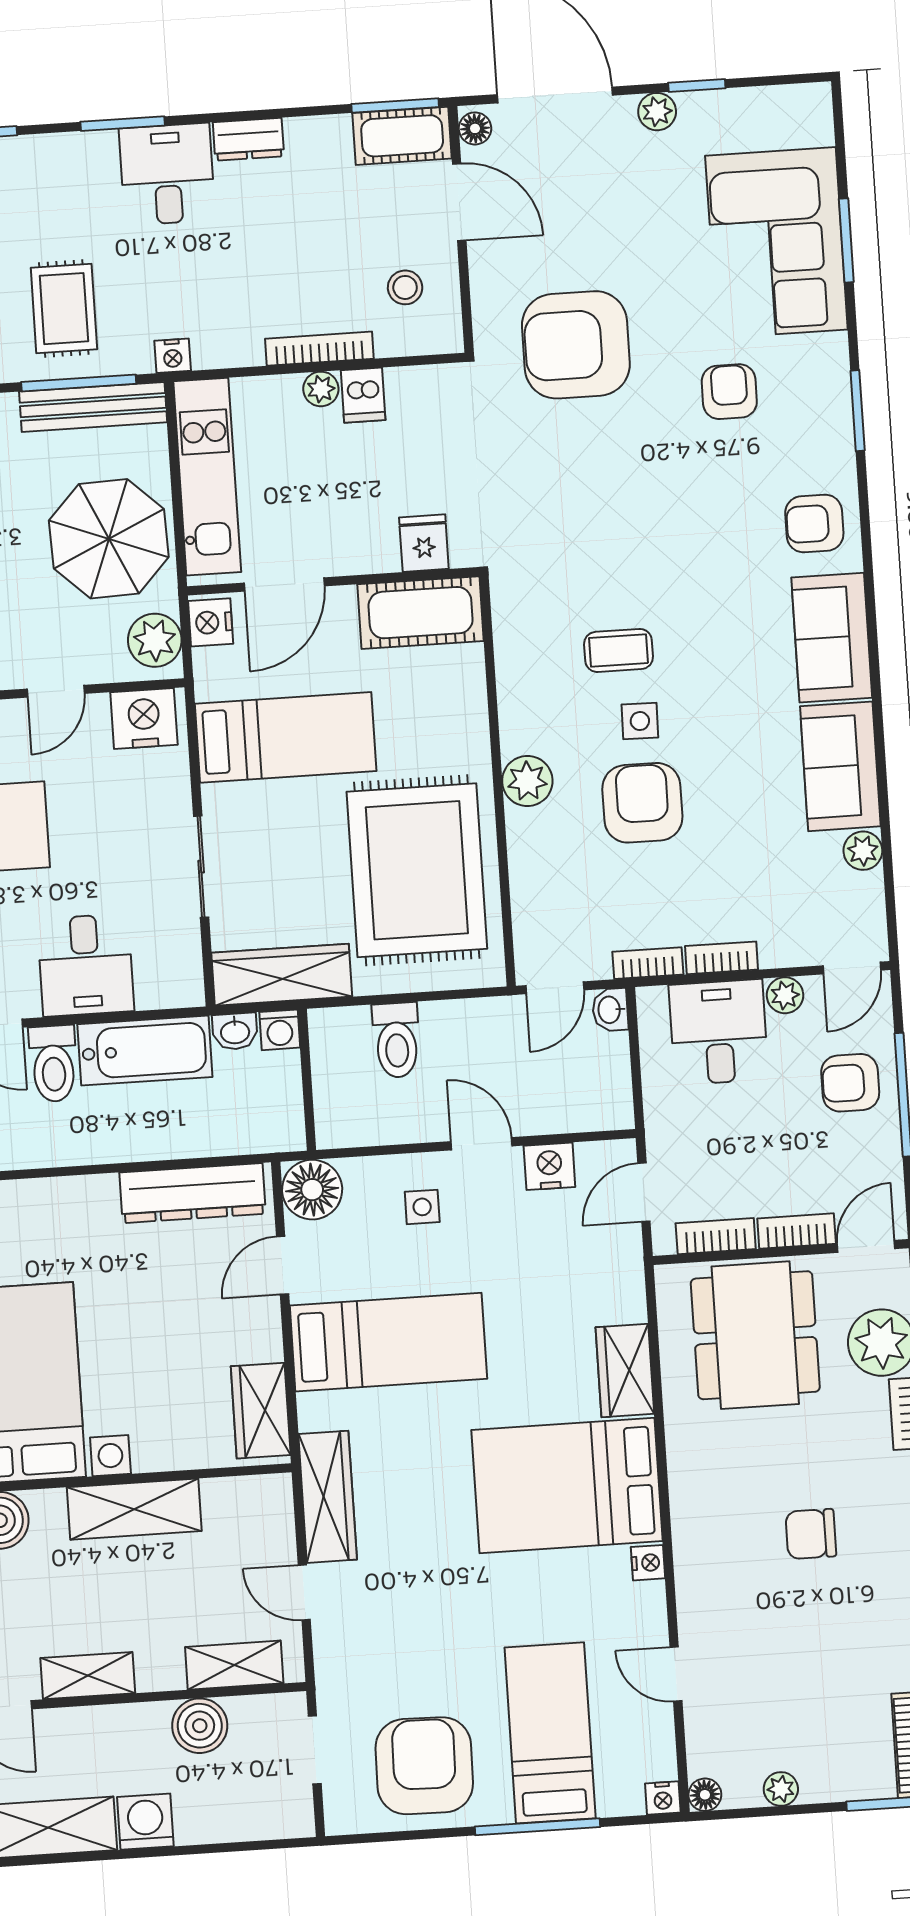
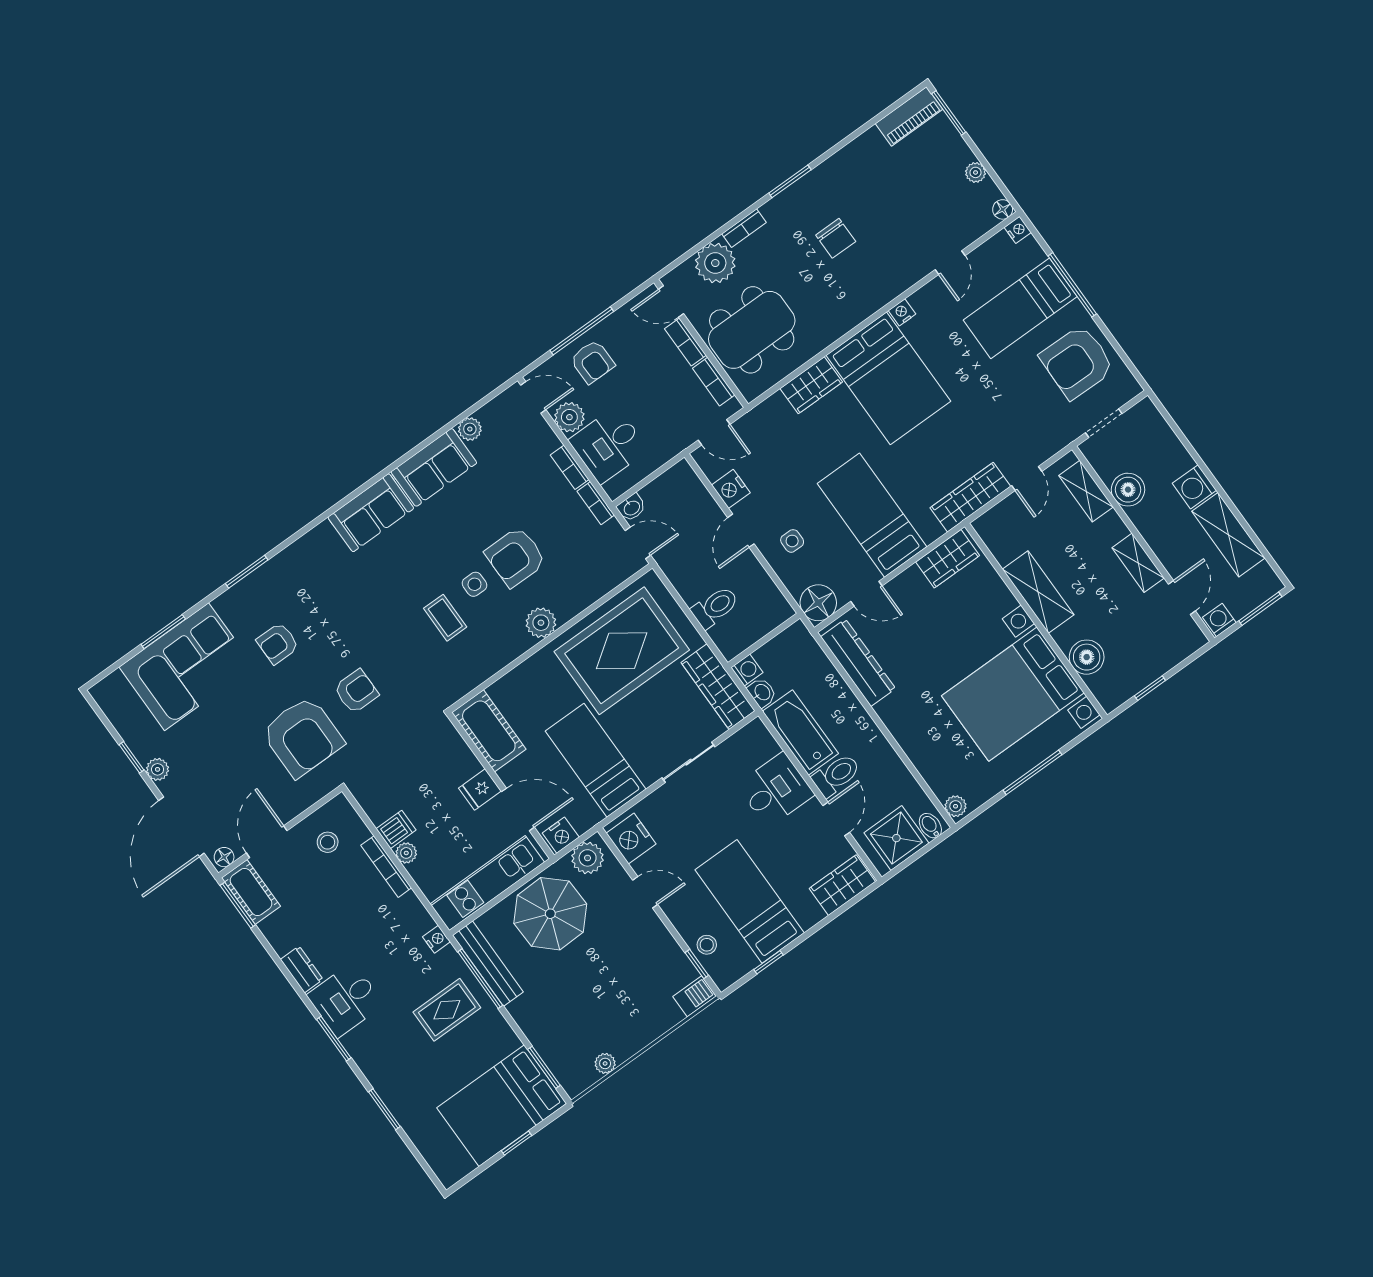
armchair: (814, 523) -> (356, 691), moved, turned -90
fridge: (424, 543) -> (480, 790), moved
plant: (785, 995) -> (569, 417), width x1.38, depth x1.38

